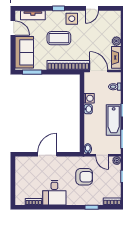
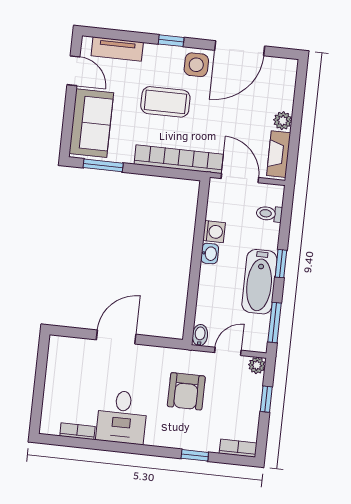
door: (92, 8) -> (240, 48), width x1.87
door: (102, 155) -> (228, 351), swing flipped
armchair: (84, 177) -> (186, 391), turned 90

